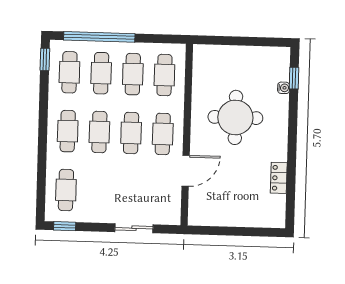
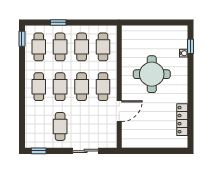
window: (99, 37) -> (58, 22), width x0.32
locker: (279, 178) -> (182, 120), width x1.53
cafe table: (66, 190) -> (60, 126), moved

